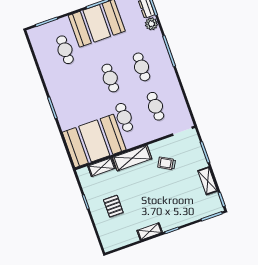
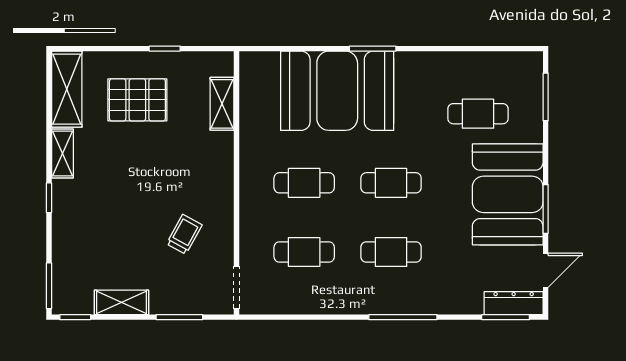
plant: (151, 24) -> (469, 301), removed
booth: (94, 141) -> (337, 91), moved, turned 90
shelving: (132, 158) -> (67, 89), moved
pallet: (113, 206) -> (137, 100), width x1.50, depth x1.42

